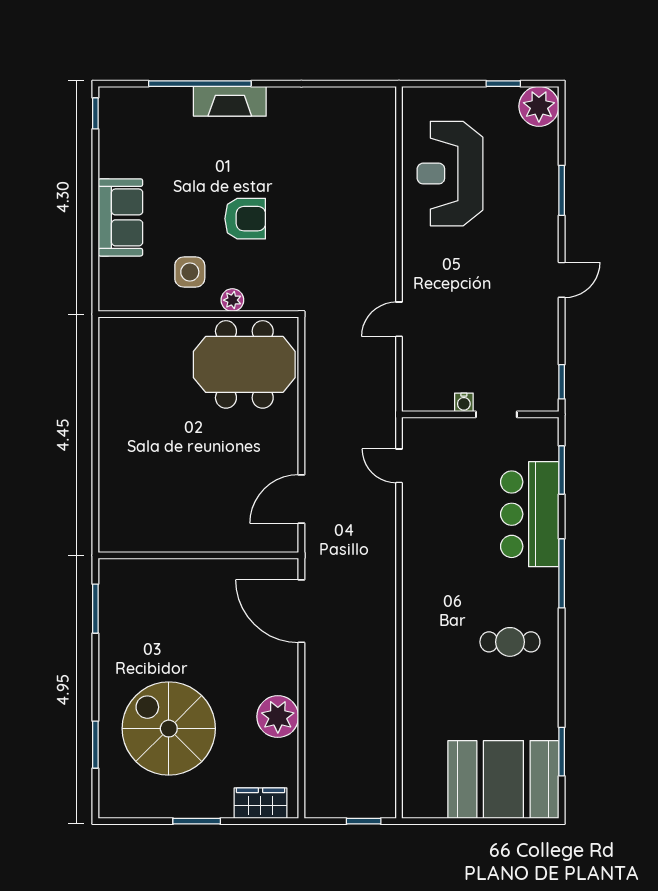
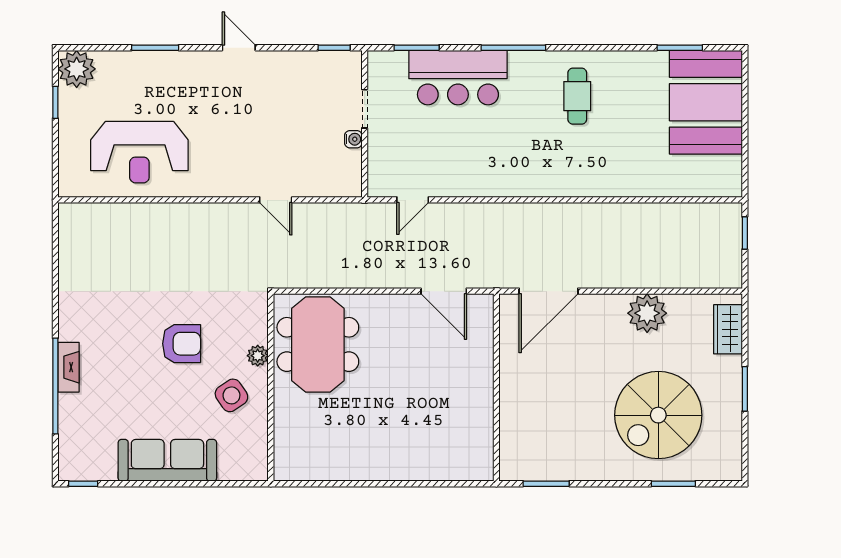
fireplace: (230, 101) -> (68, 367), width x0.73, depth x0.76
sofa: (120, 217) -> (167, 460), width x1.36
armchair: (245, 219) -> (182, 344), turned 90
side table: (190, 272) -> (231, 395), turned -34

